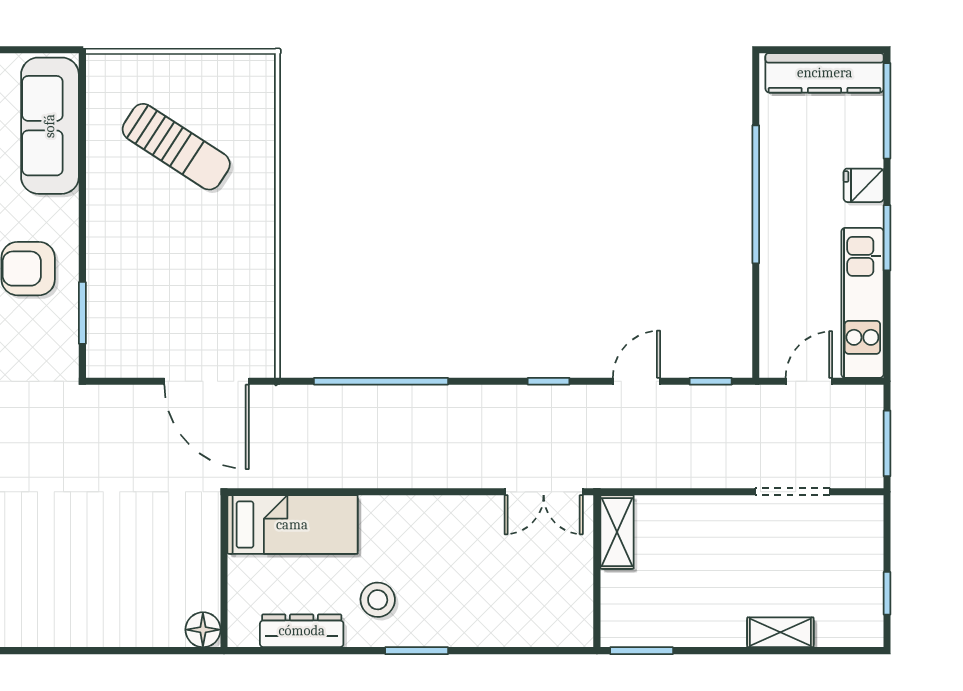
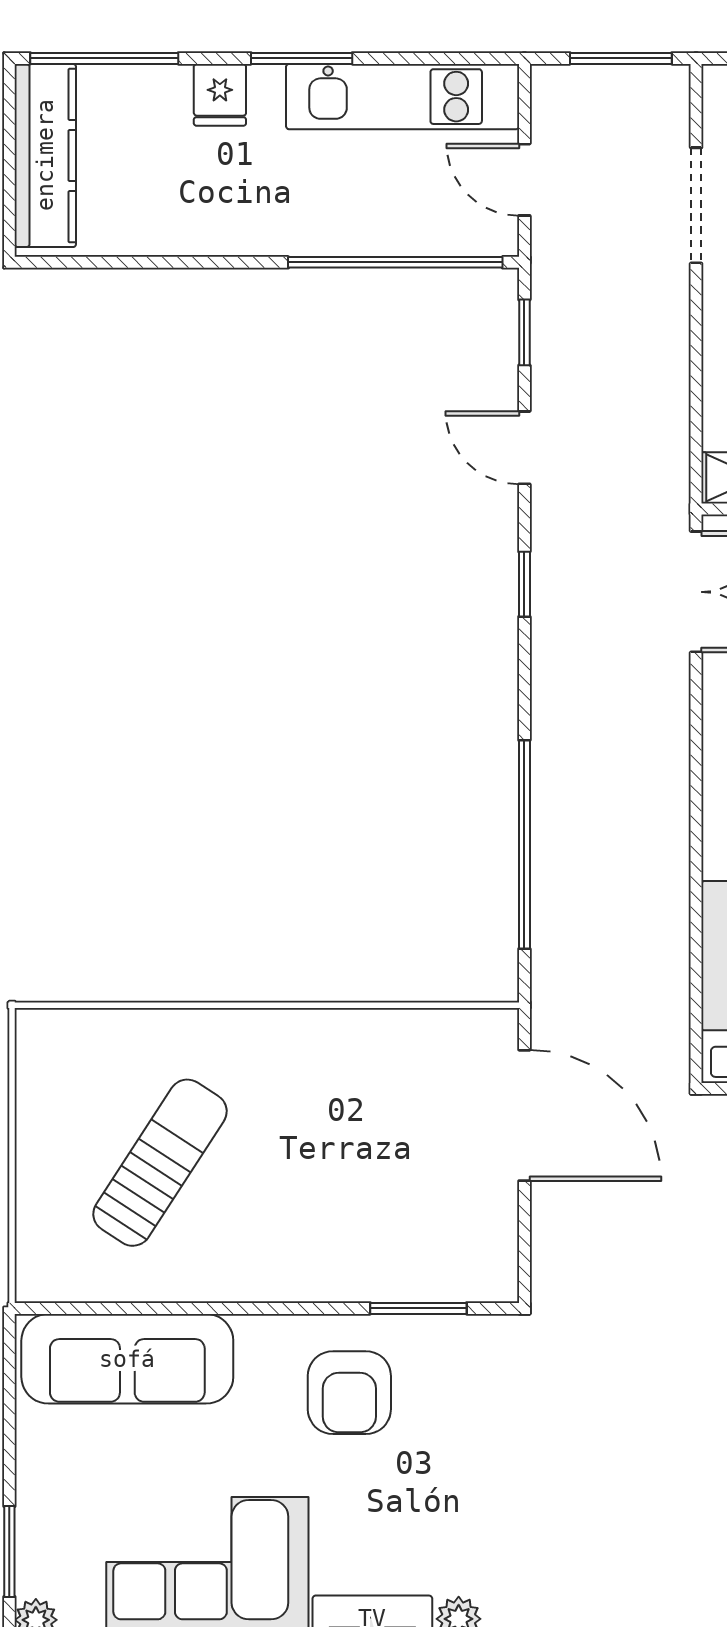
window: (756, 194) -> (395, 262), moved
door: (207, 381) -> (524, 1115), hinge flipped

